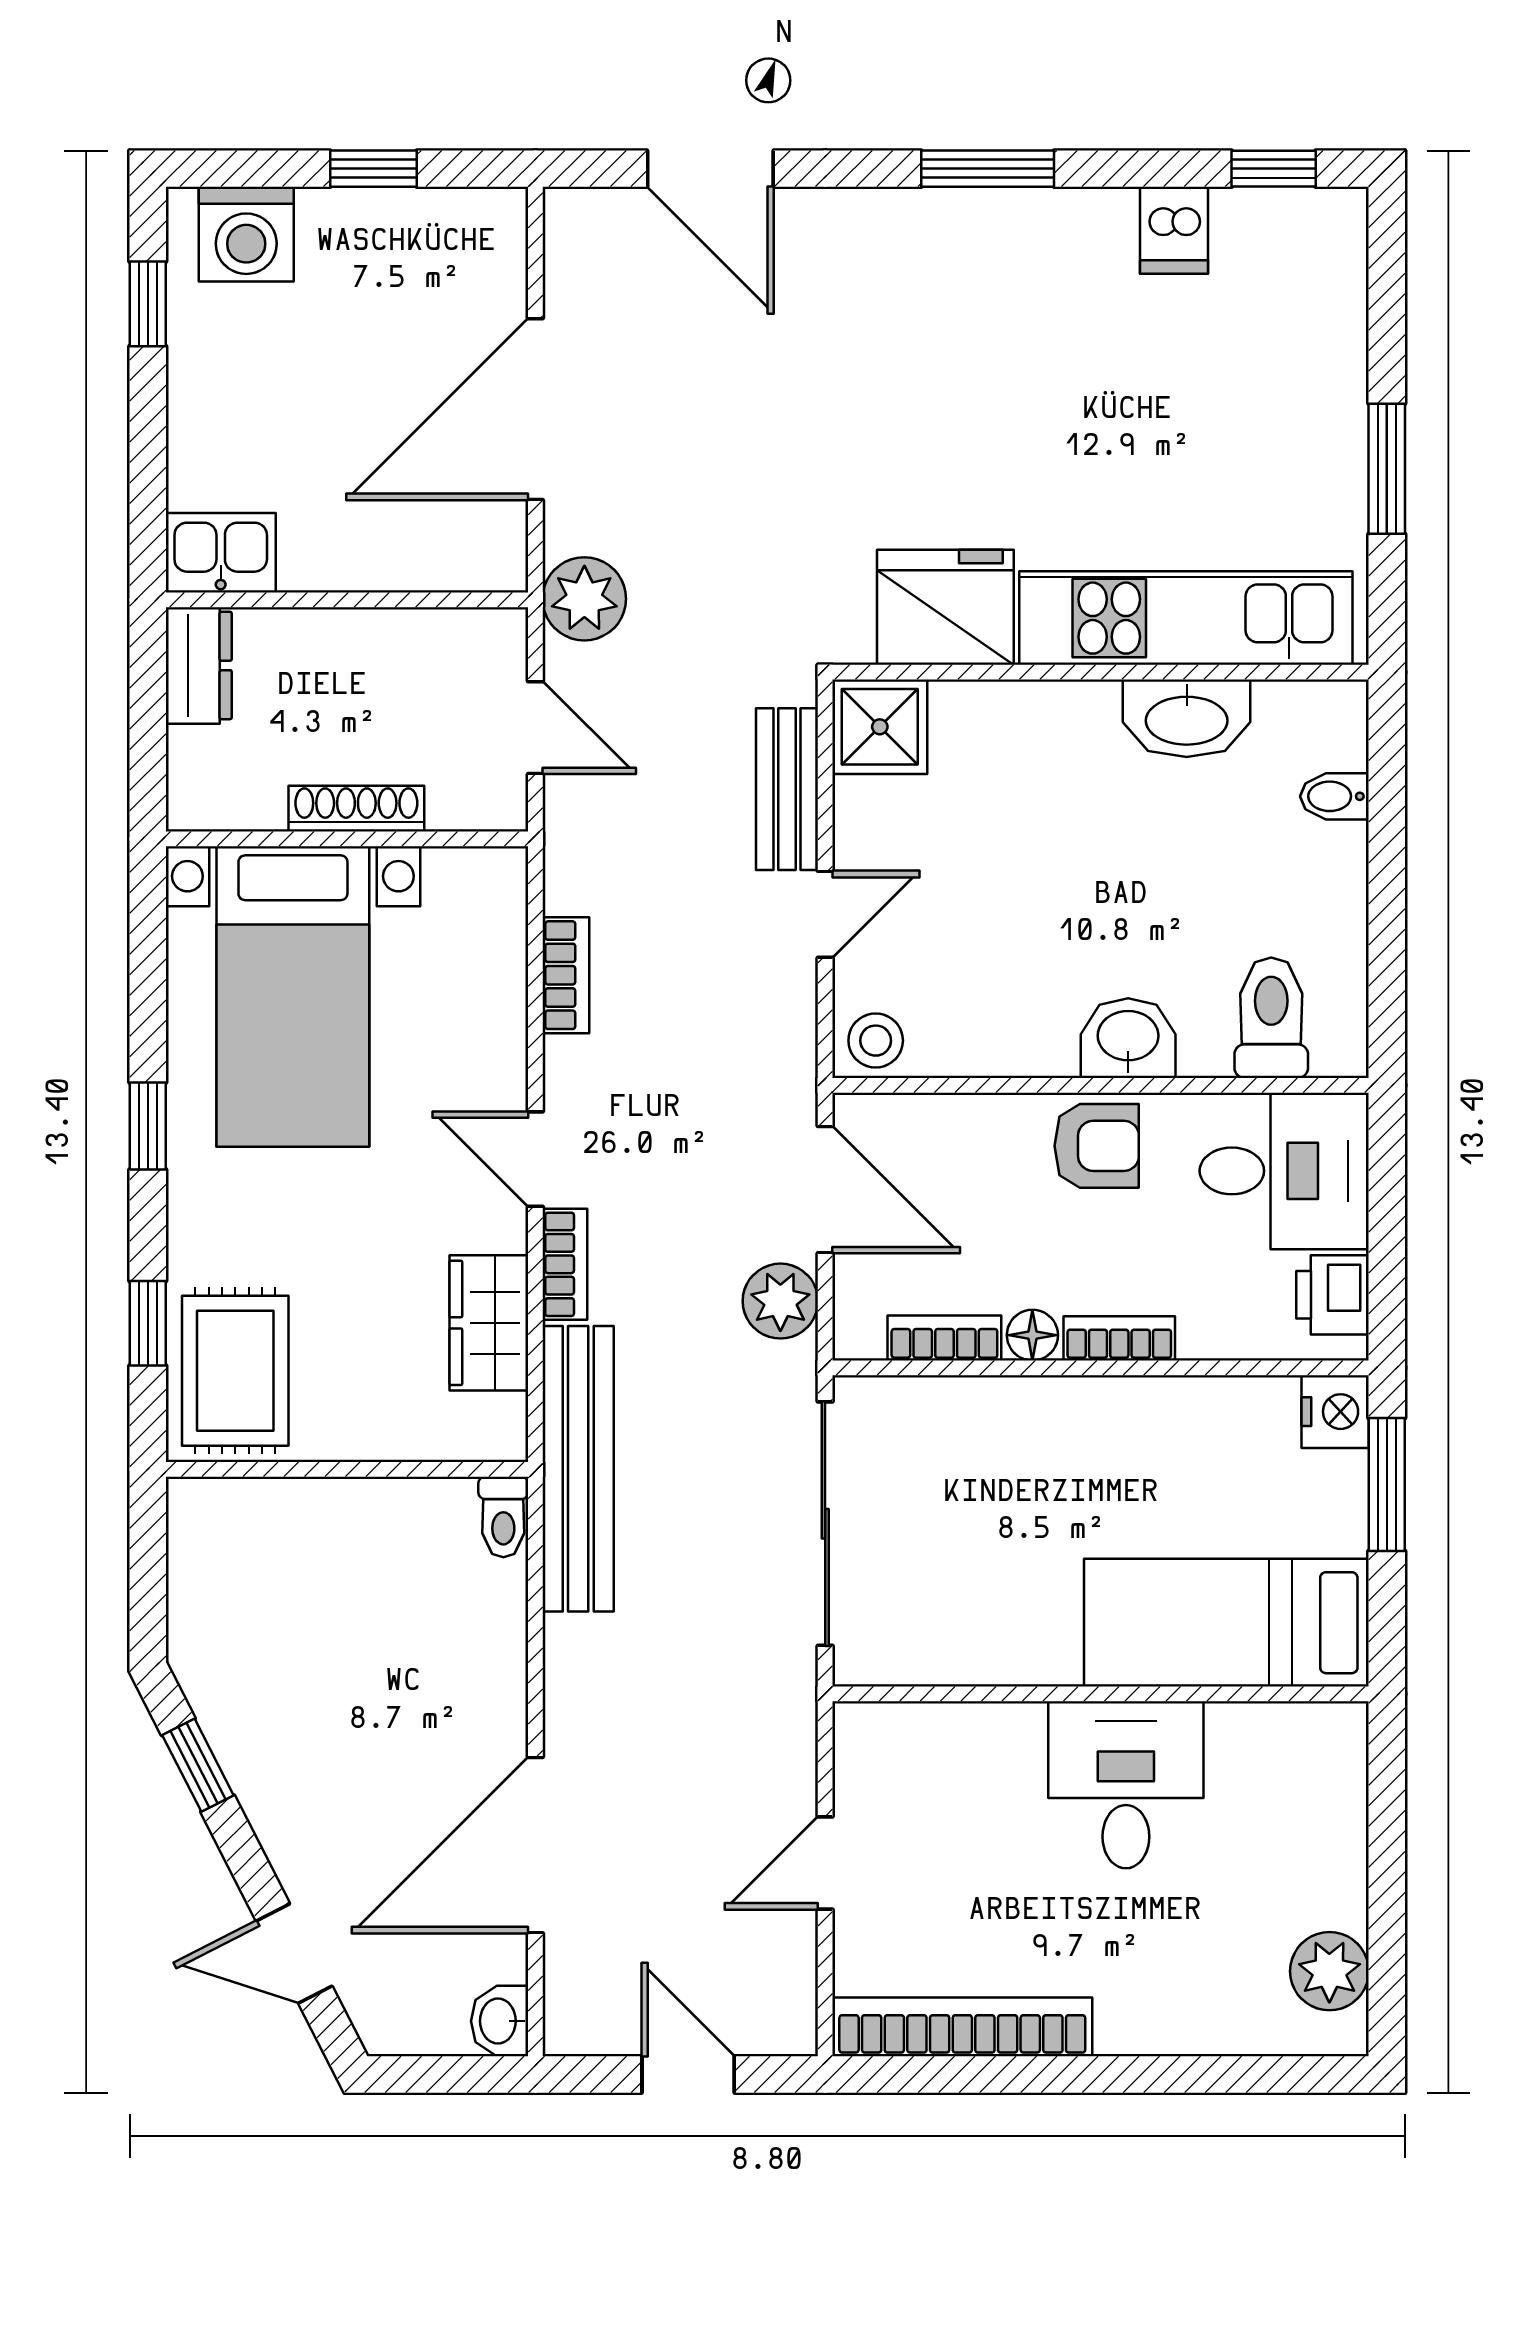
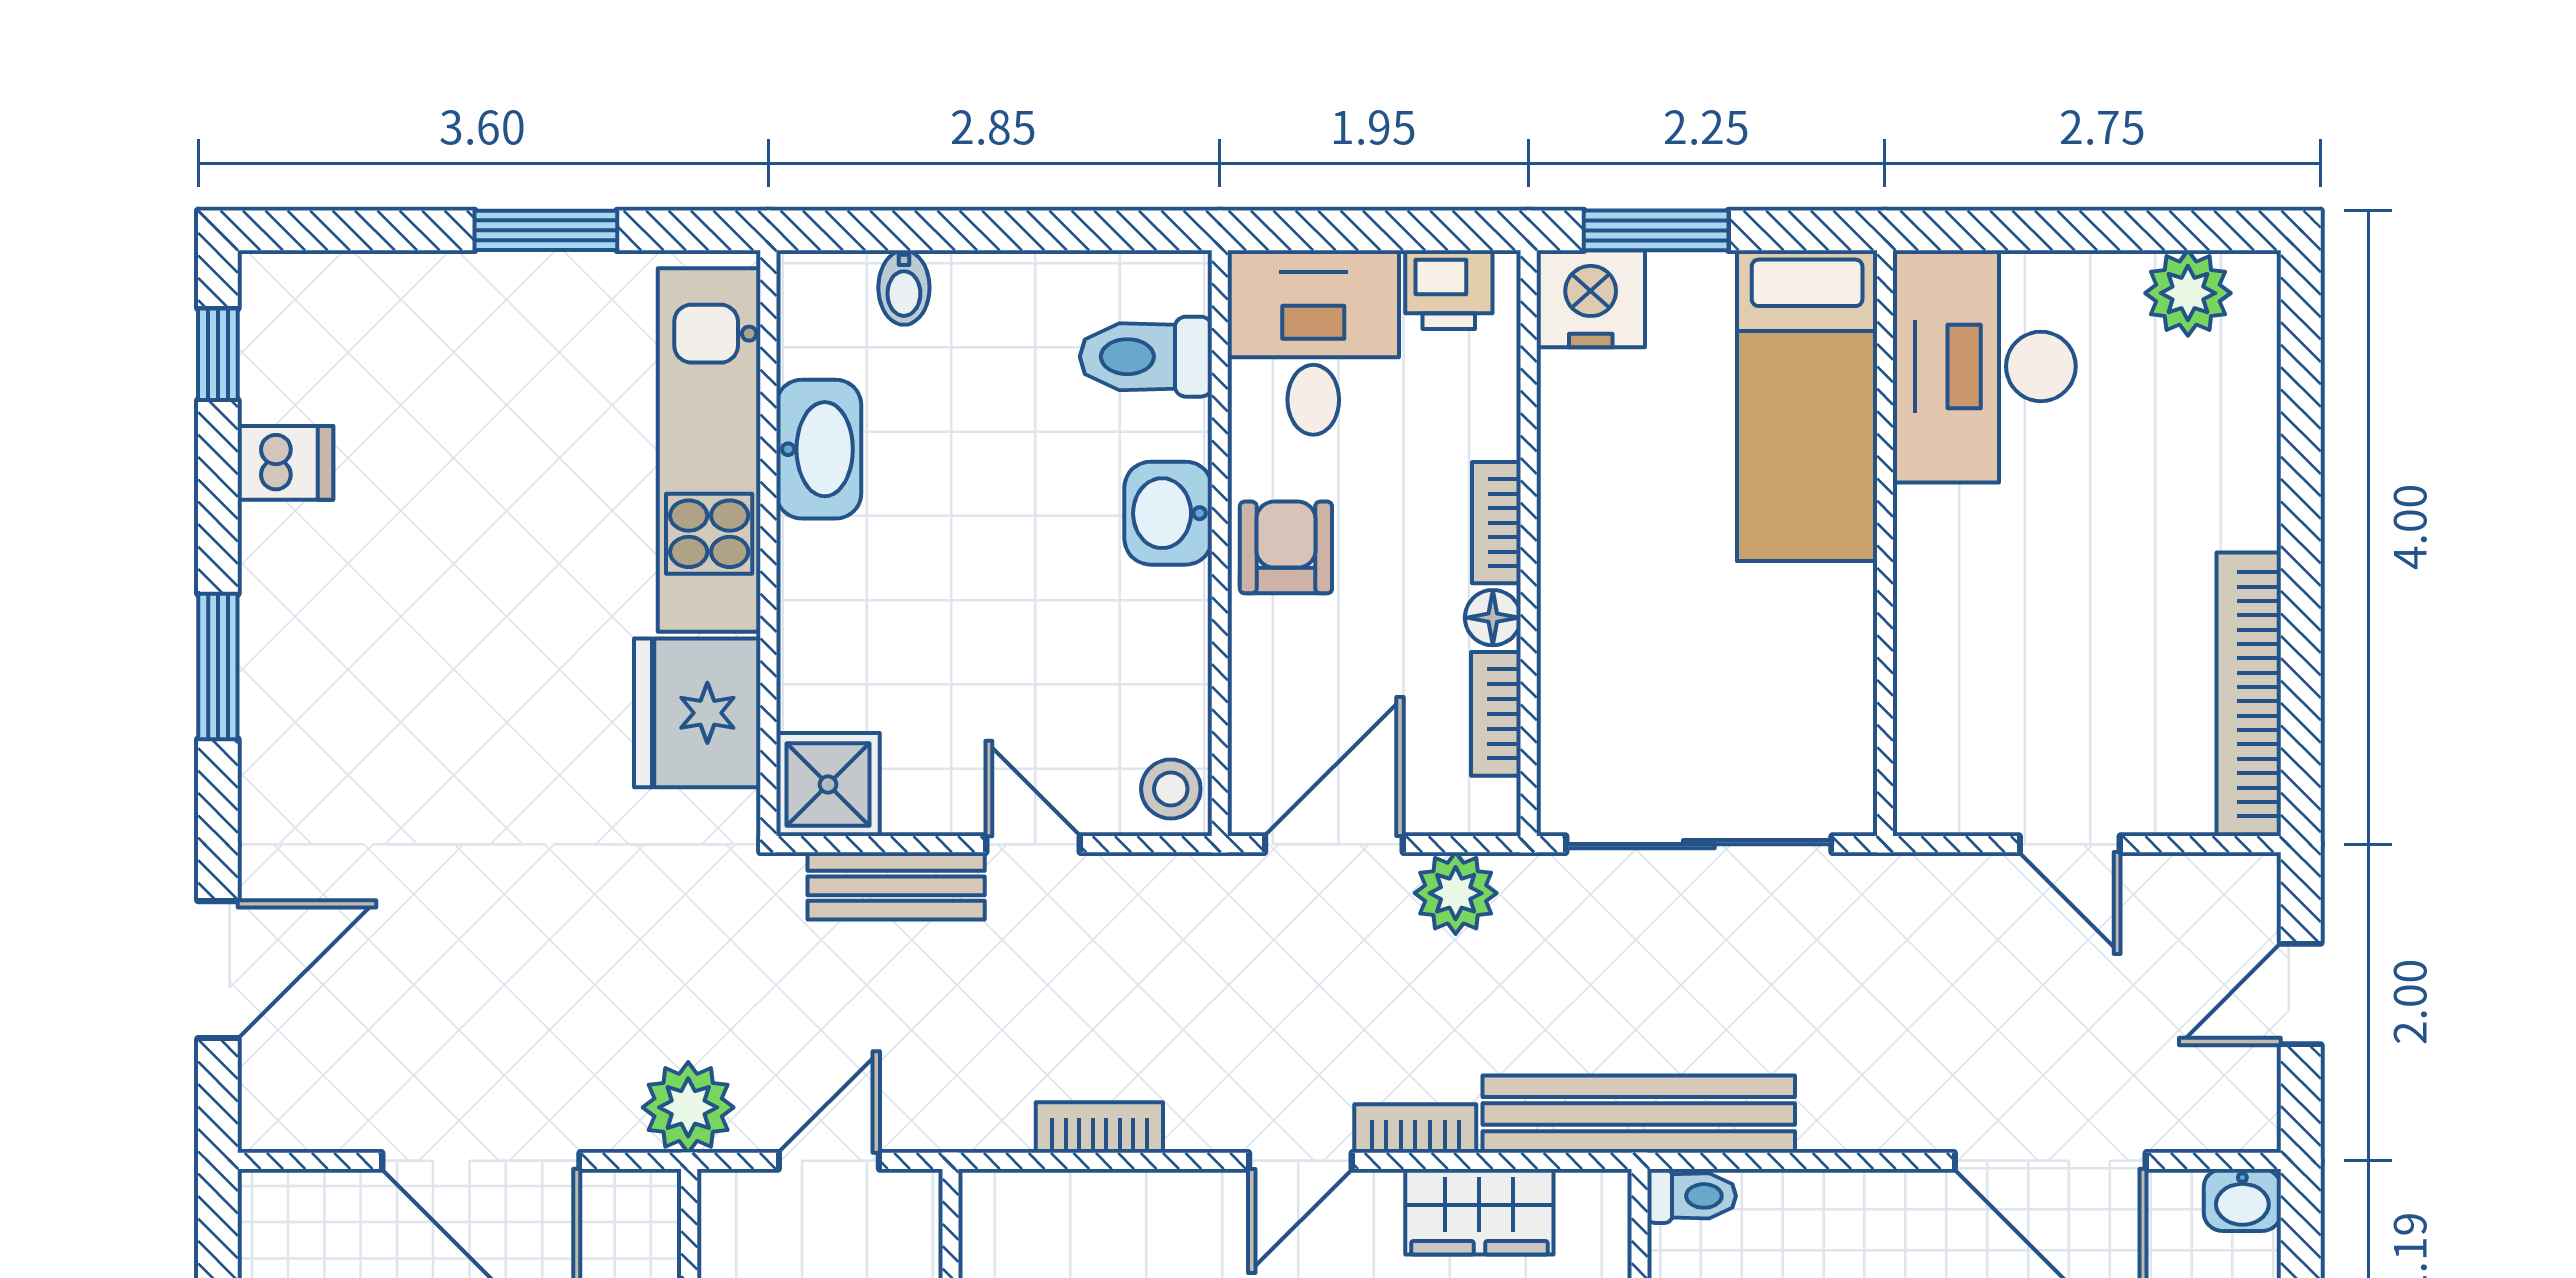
nightstand: (1335, 1412) -> (1591, 299), width x1.36, depth x1.33
desk: (1126, 1785) -> (1984, 366), moved, width x1.37

